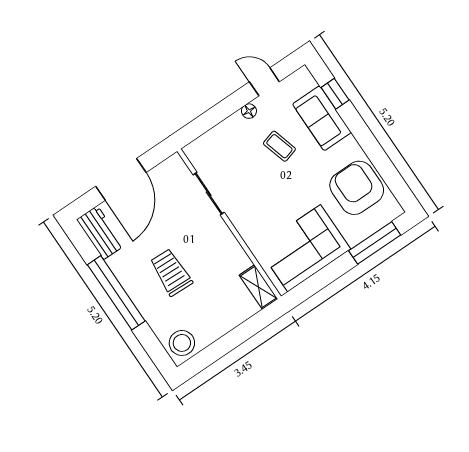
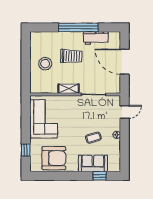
door: (264, 82) -> (125, 112), moved
workbench: (101, 233) -> (96, 38), moved
window: (375, 243) -> (26, 150), width x0.46
shelving: (258, 287) -> (69, 89), moved
stool: (182, 343) -> (45, 64), moved

